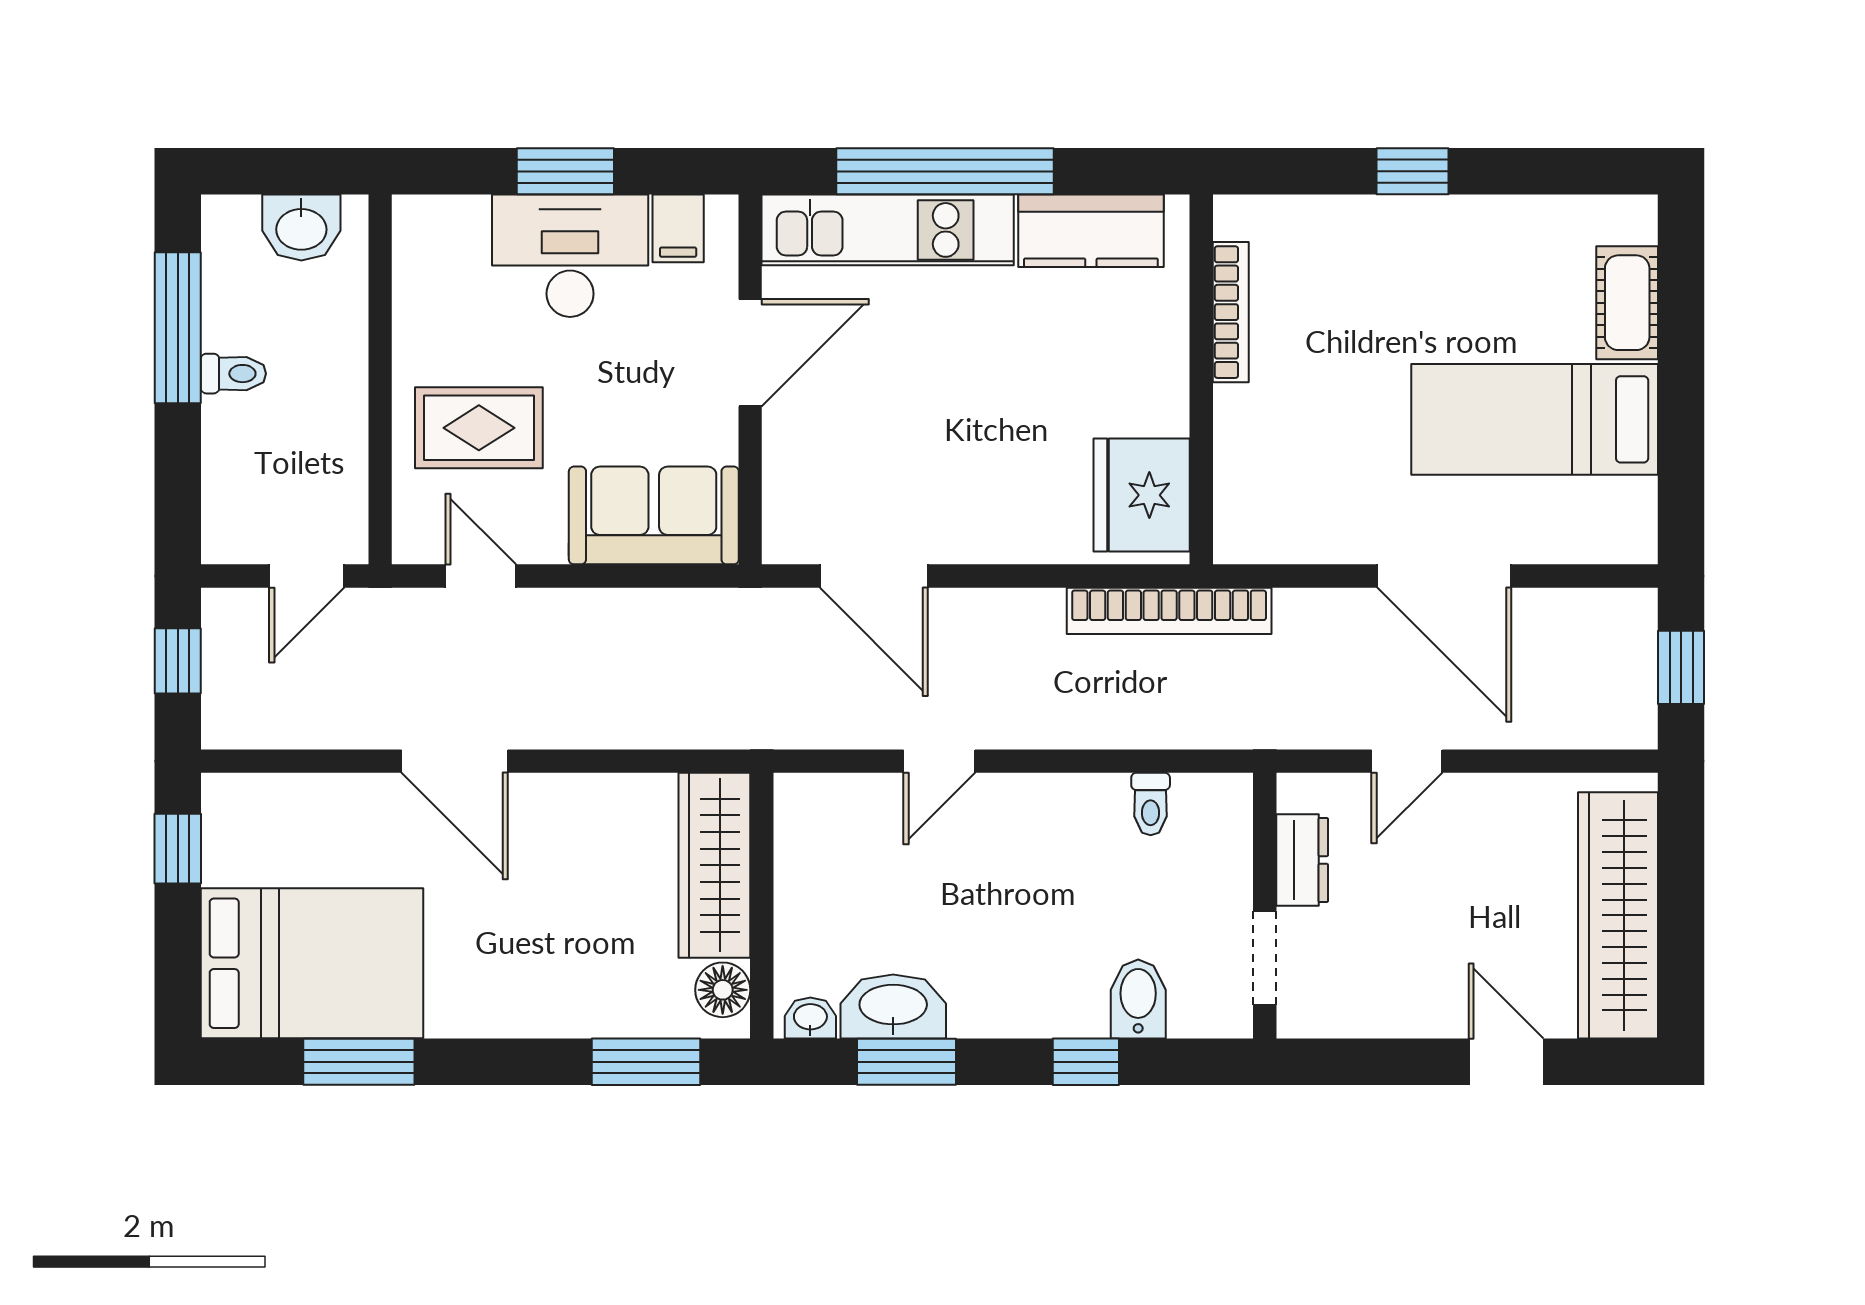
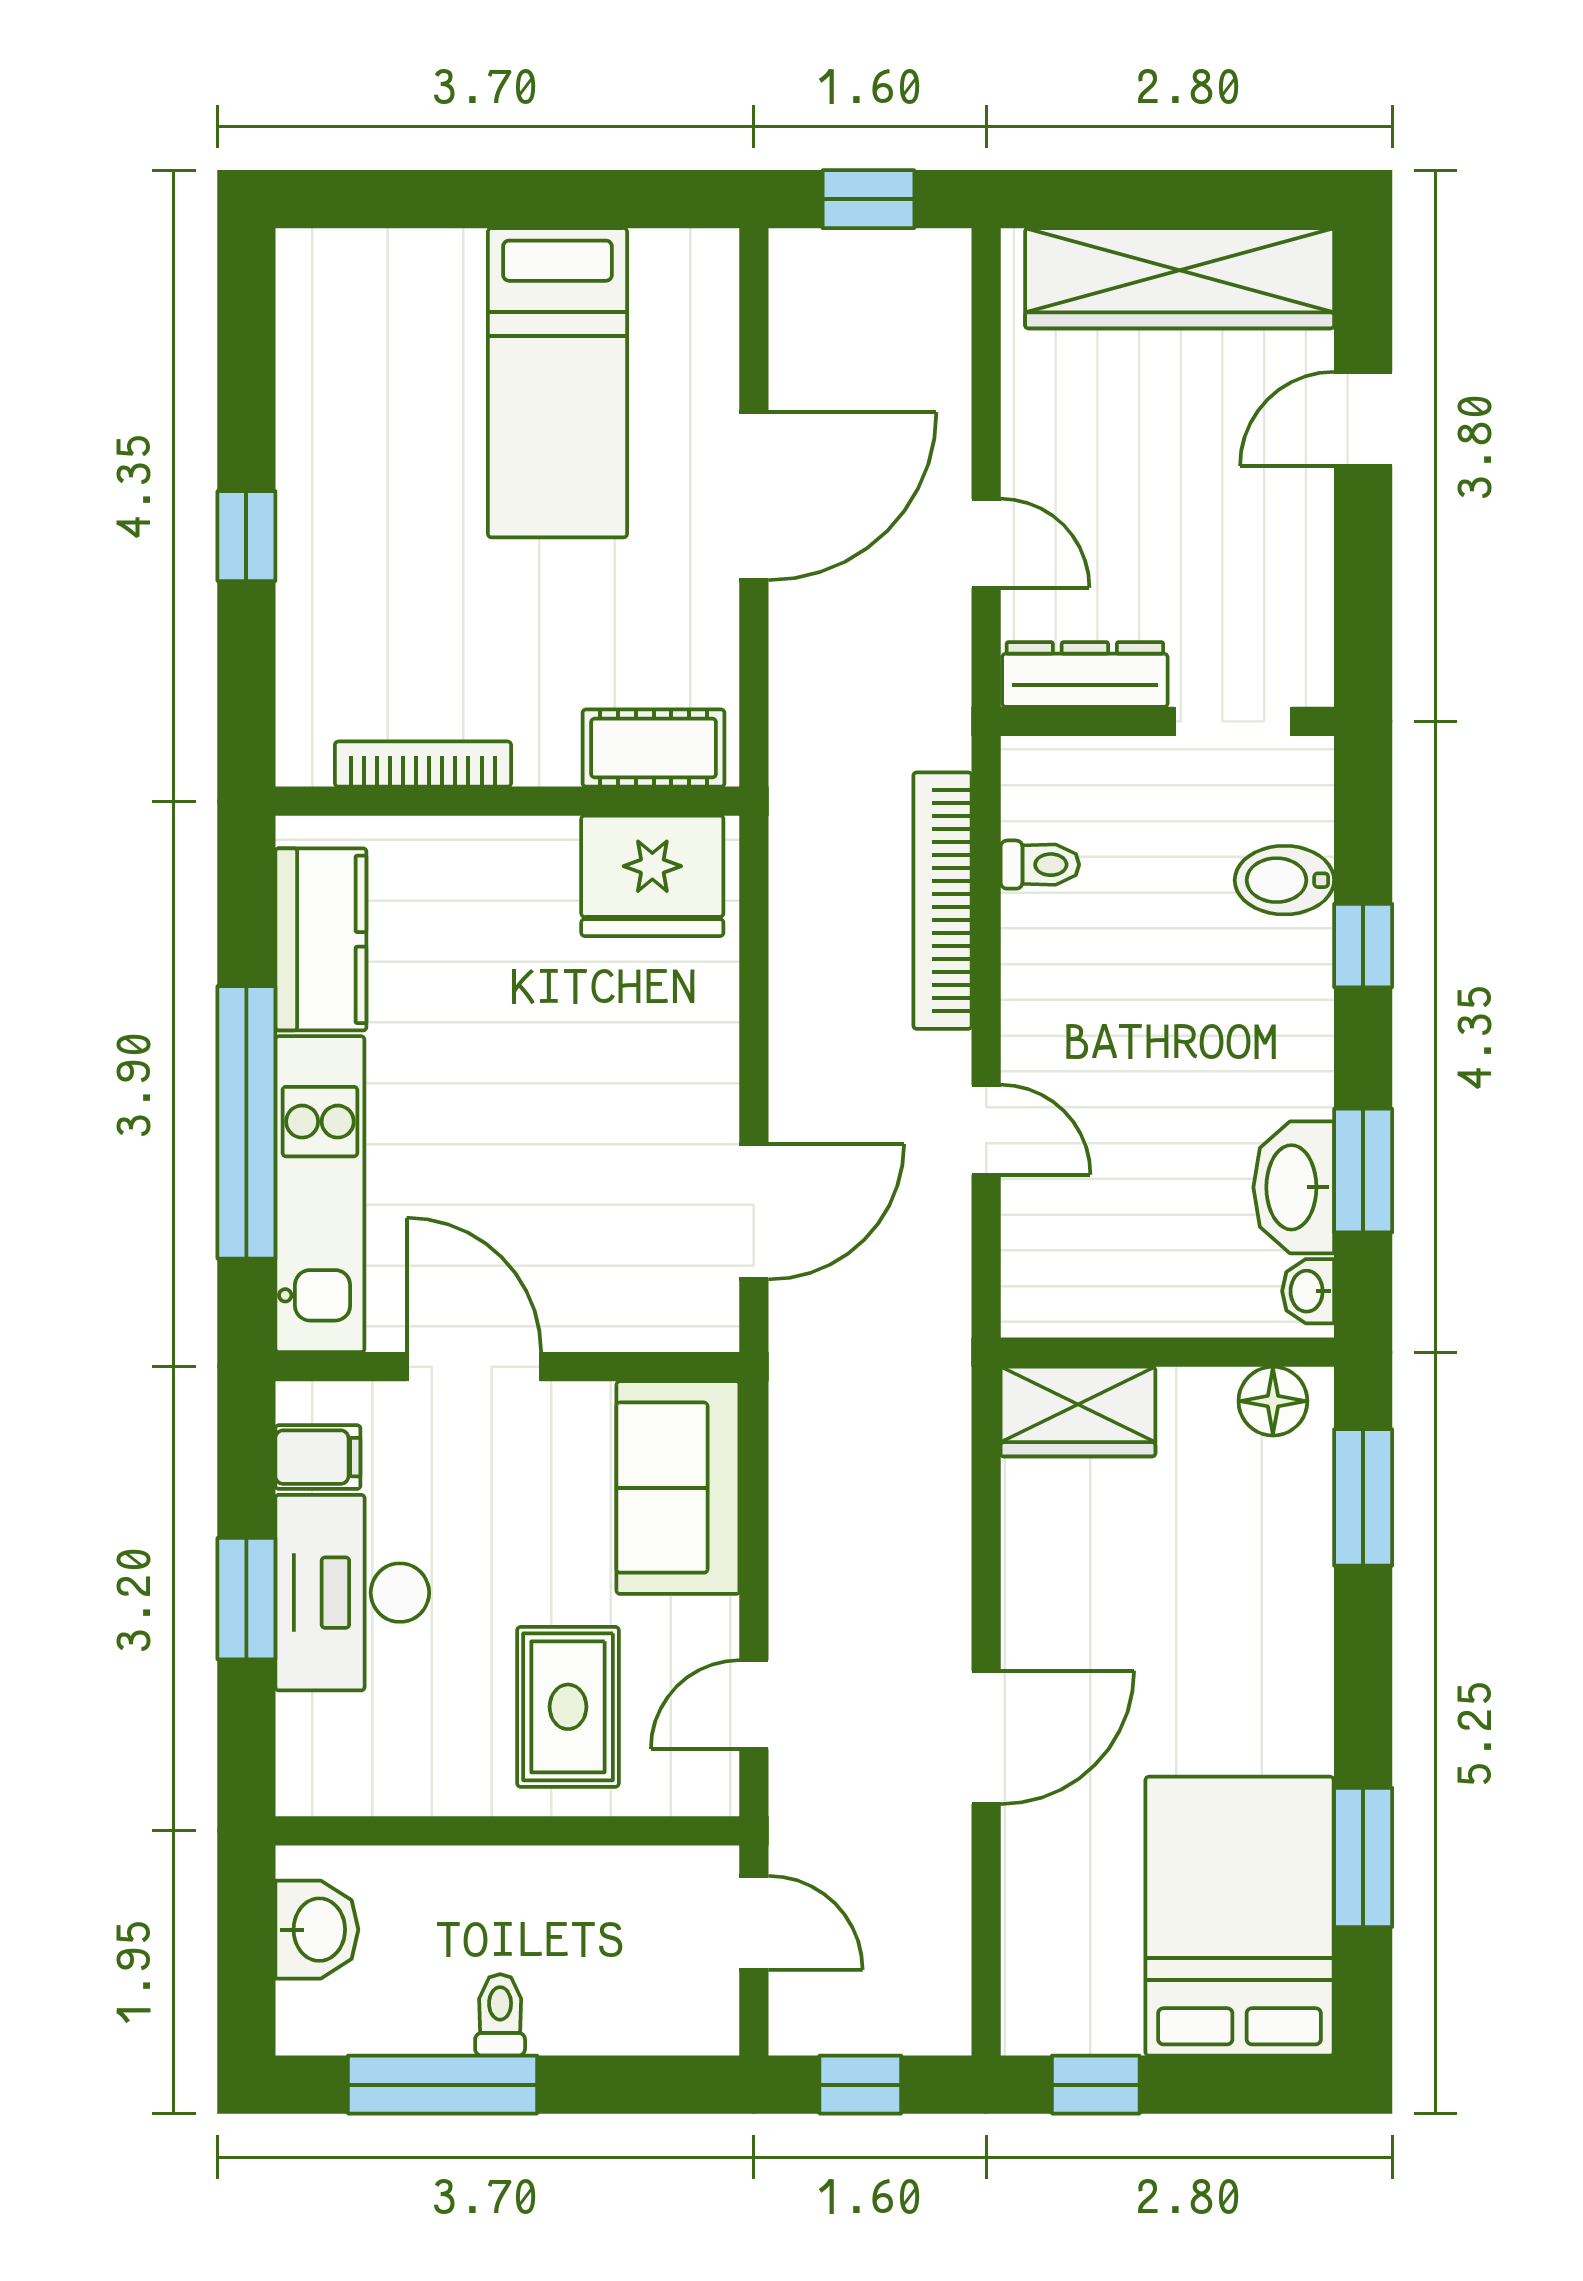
cot: (1627, 303) -> (654, 748), moved
bookcase: (1169, 611) -> (942, 901), moved, turned 180
dresser: (1302, 860) -> (1085, 674), width x1.44
wardrobe: (714, 865) -> (1078, 1412), width x0.67

